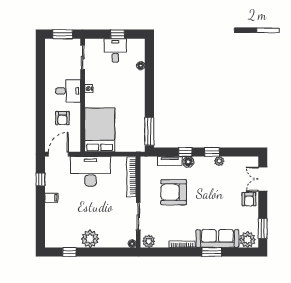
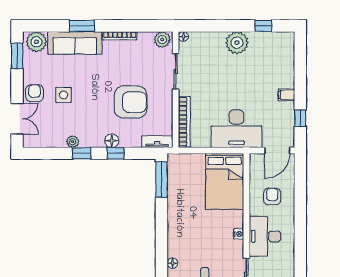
desk: (68, 91) -> (265, 236), width x1.37
tv unit: (170, 161) -> (157, 142), moved
side table: (226, 198) -> (63, 95), added

